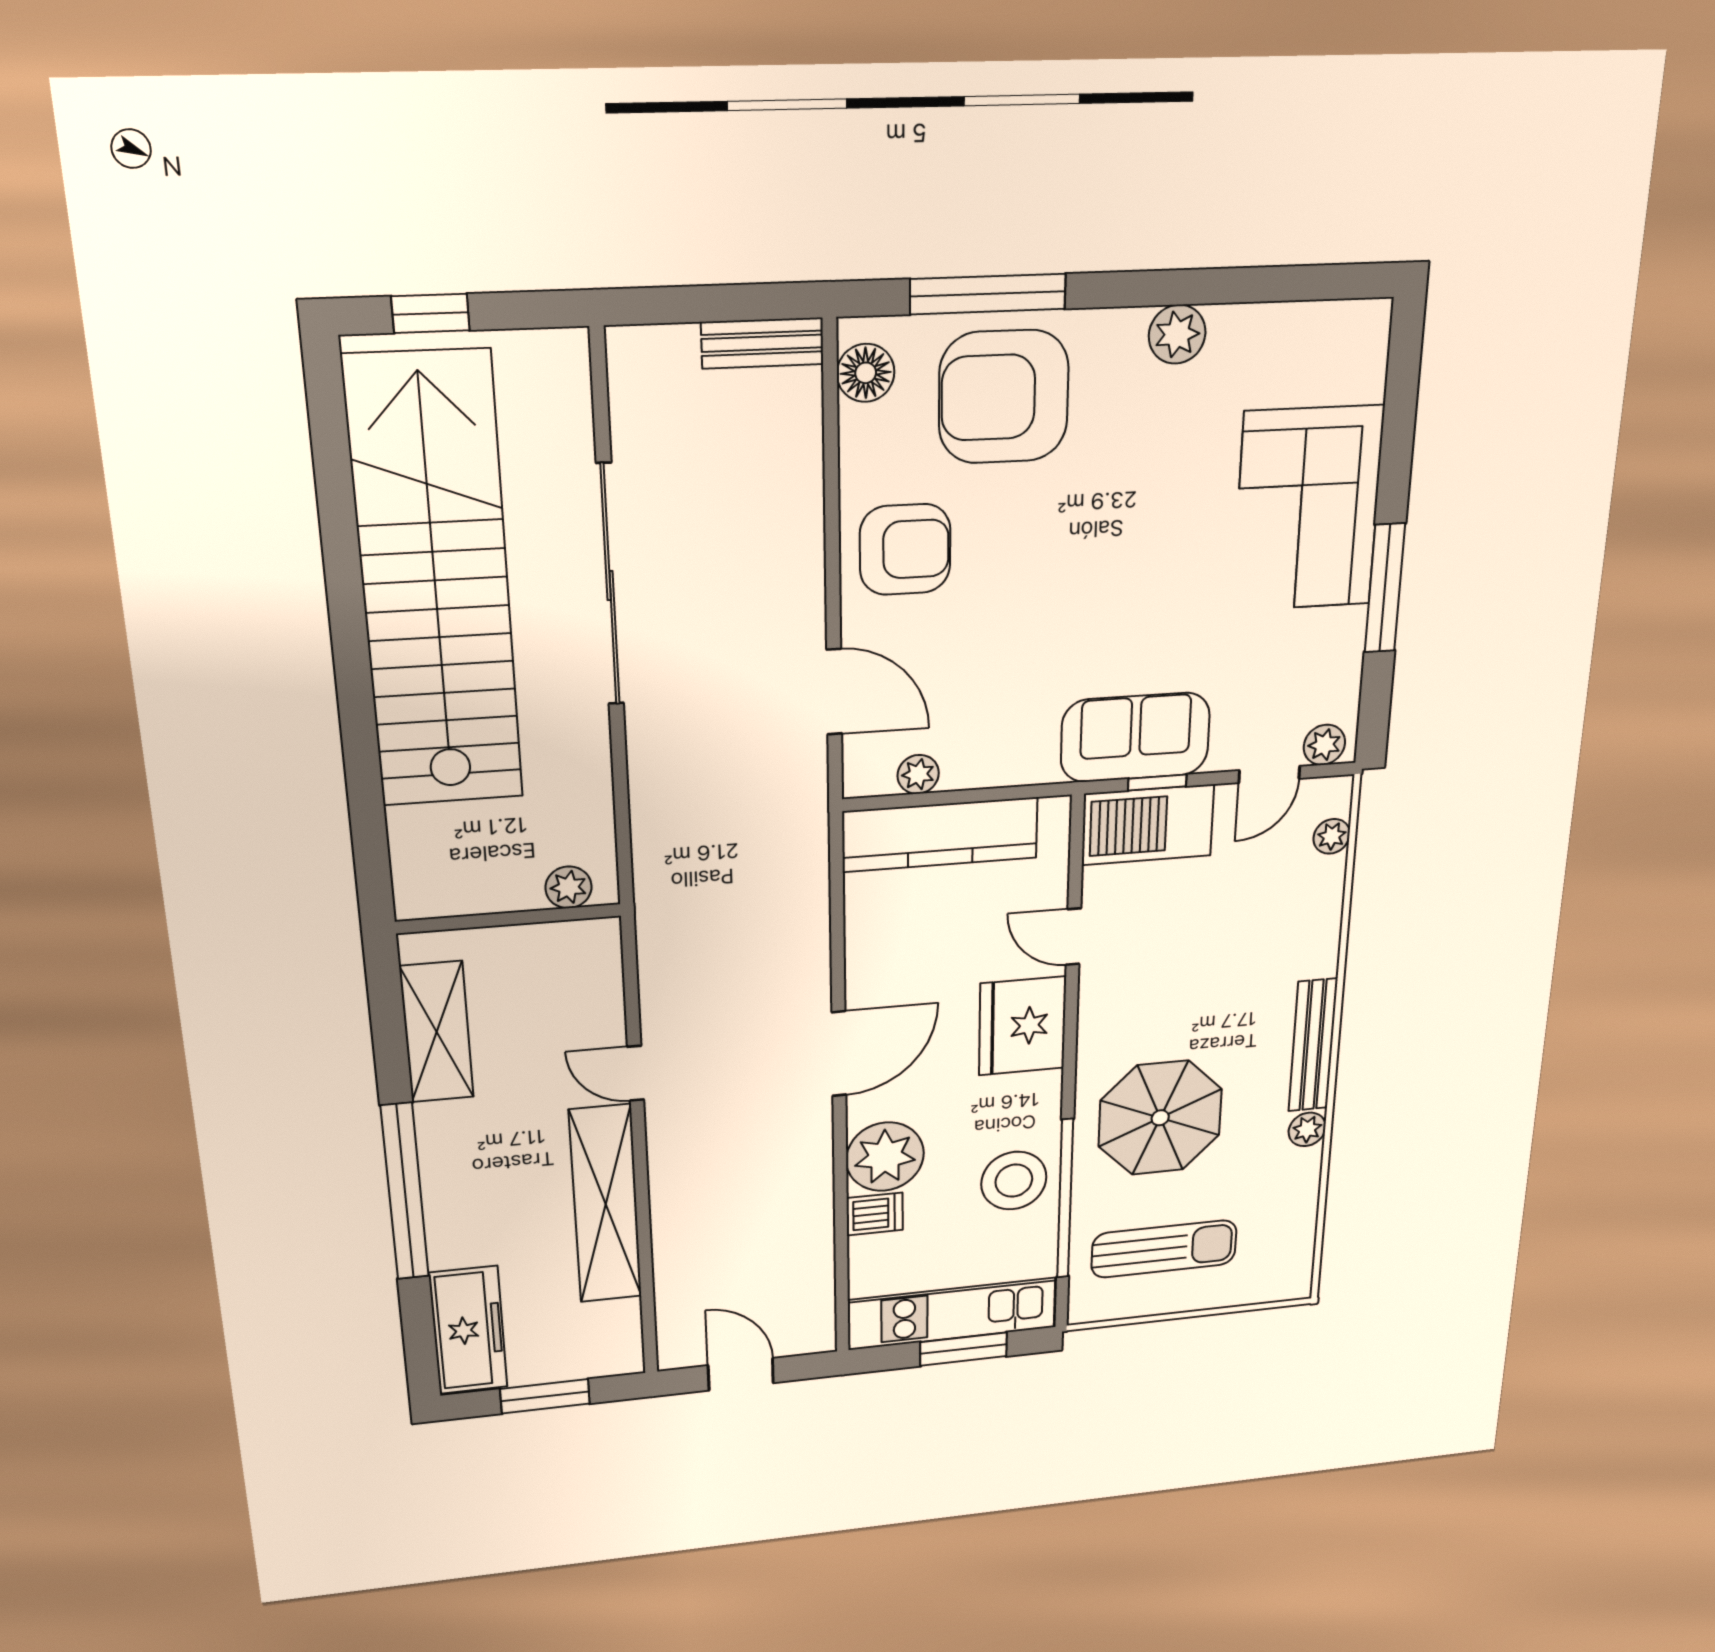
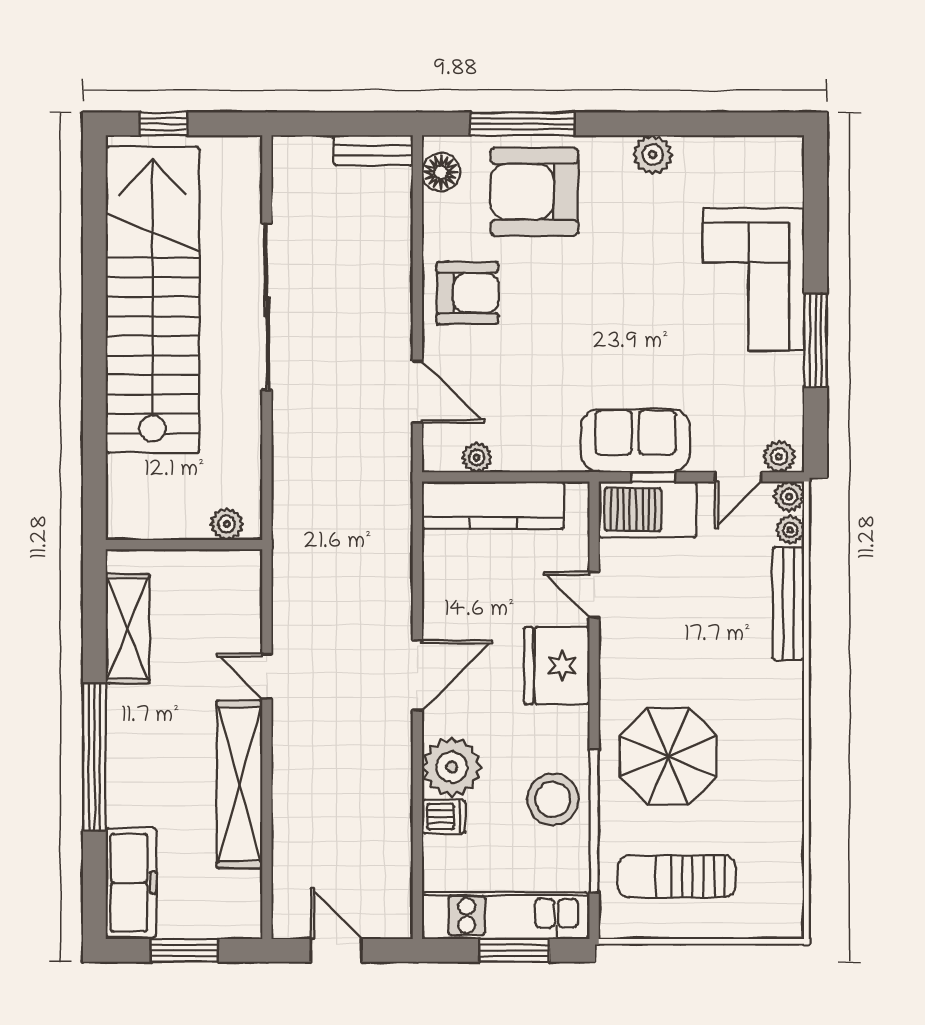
bench: (1313, 1045) -> (788, 604), moved
plant: (1307, 1129) -> (789, 496), moved
sun lounger: (1164, 1249) -> (677, 876), turned 180

